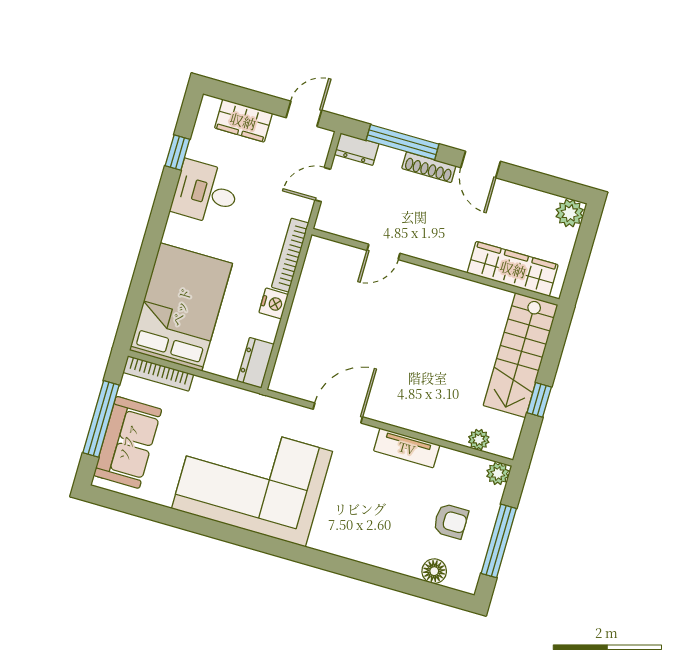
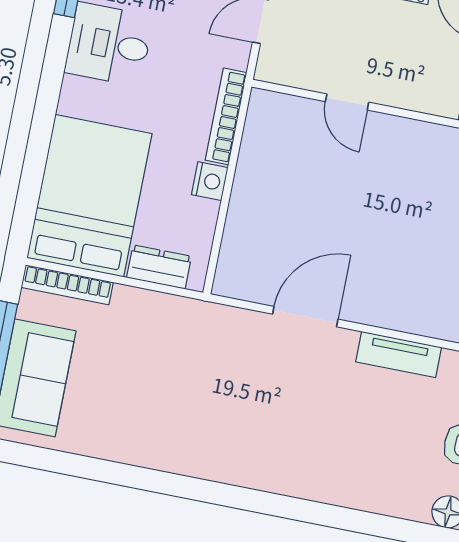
door: (383, 252) -> (347, 102), hinge flipped
dresser: (255, 363) -> (159, 267), moved, turned 90
corner sofa: (252, 480) -> (201, 413), removed

